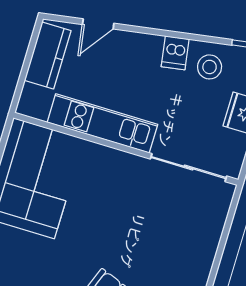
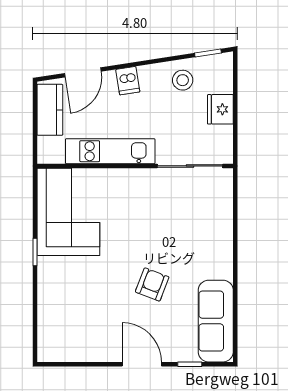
door: (98, 24) -> (83, 72), width x1.38
dishwasher: (175, 53) -> (128, 81), moved

